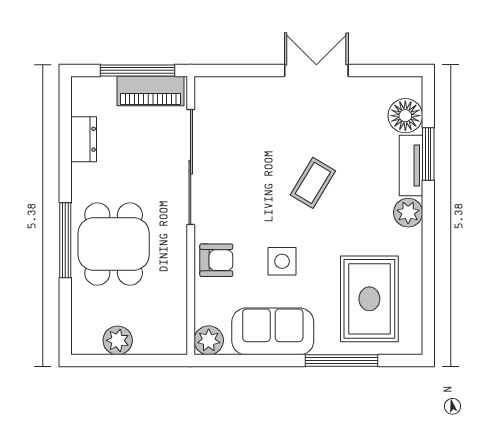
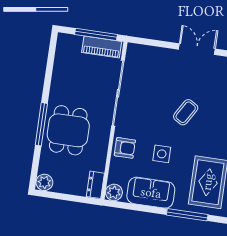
dresser: (84, 139) -> (95, 185), moved, turned 180
plant: (118, 340) -> (44, 182), moved

